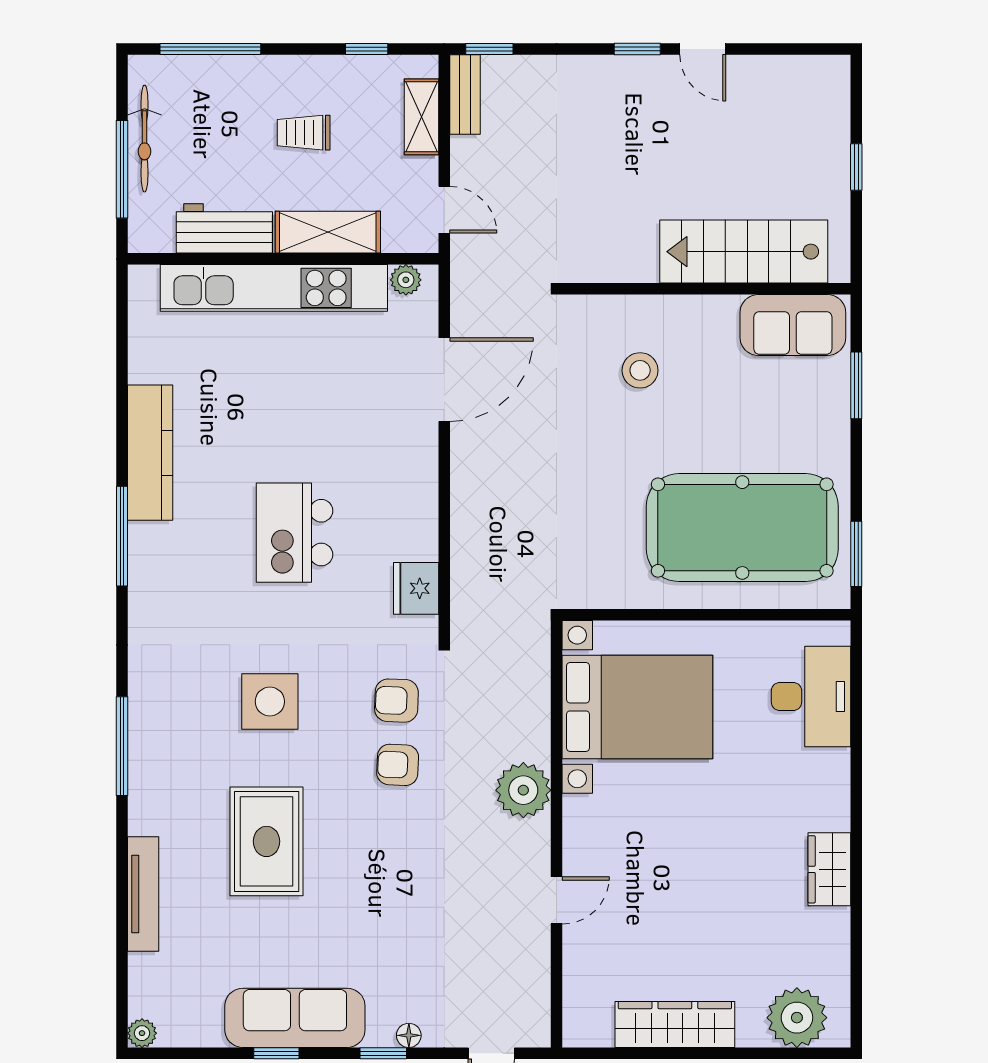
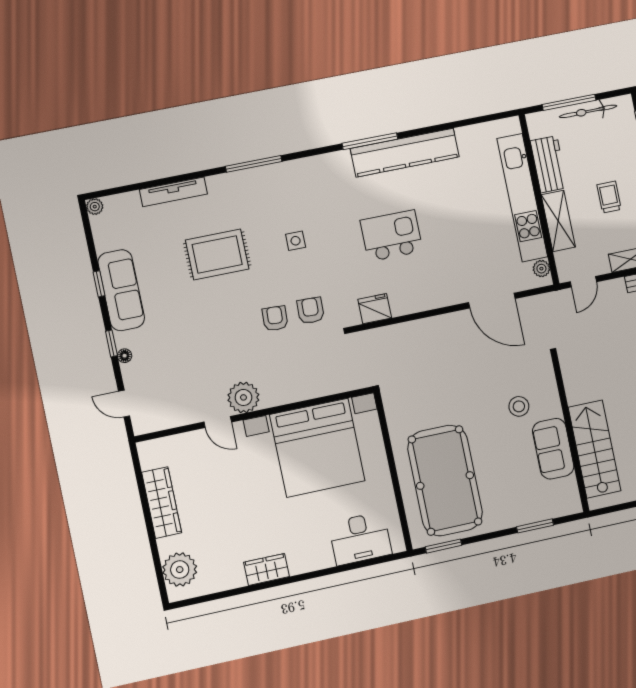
sofa: (793, 325) -> (553, 449), moved
kitchen counter: (150, 453) -> (405, 153), width x1.39, depth x1.17
side table: (270, 702) -> (296, 241), width x0.54, depth x0.54
bed with nightstands: (637, 707) -> (317, 448), width x1.36
plant: (523, 790) -> (243, 397), moved

